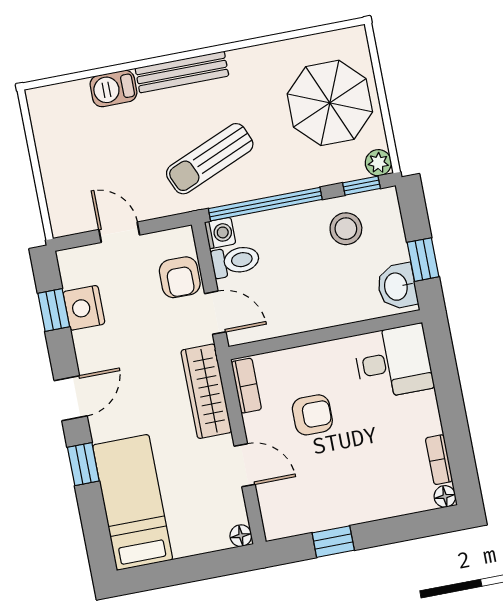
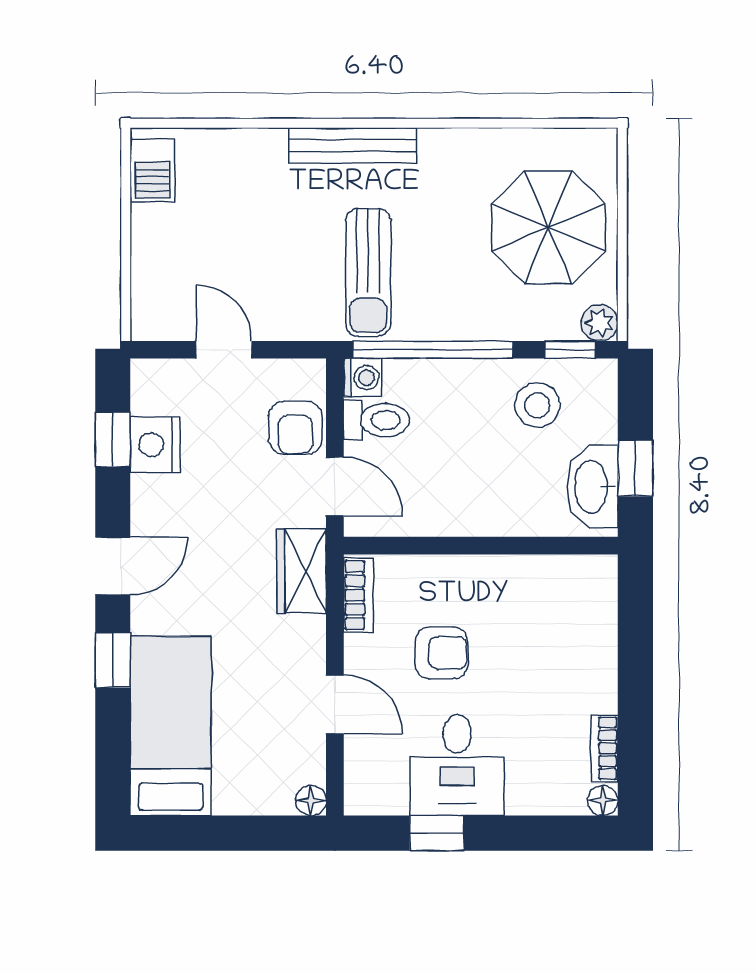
barbecue: (113, 88) -> (153, 171), moved, turned -90
sun lounger: (210, 159) -> (368, 272), turned -67
washbasin: (397, 286) -> (592, 487), width x1.38
desk: (393, 362) -> (457, 765), moved, turned 90
wardrobe: (206, 391) -> (302, 571), width x0.67

